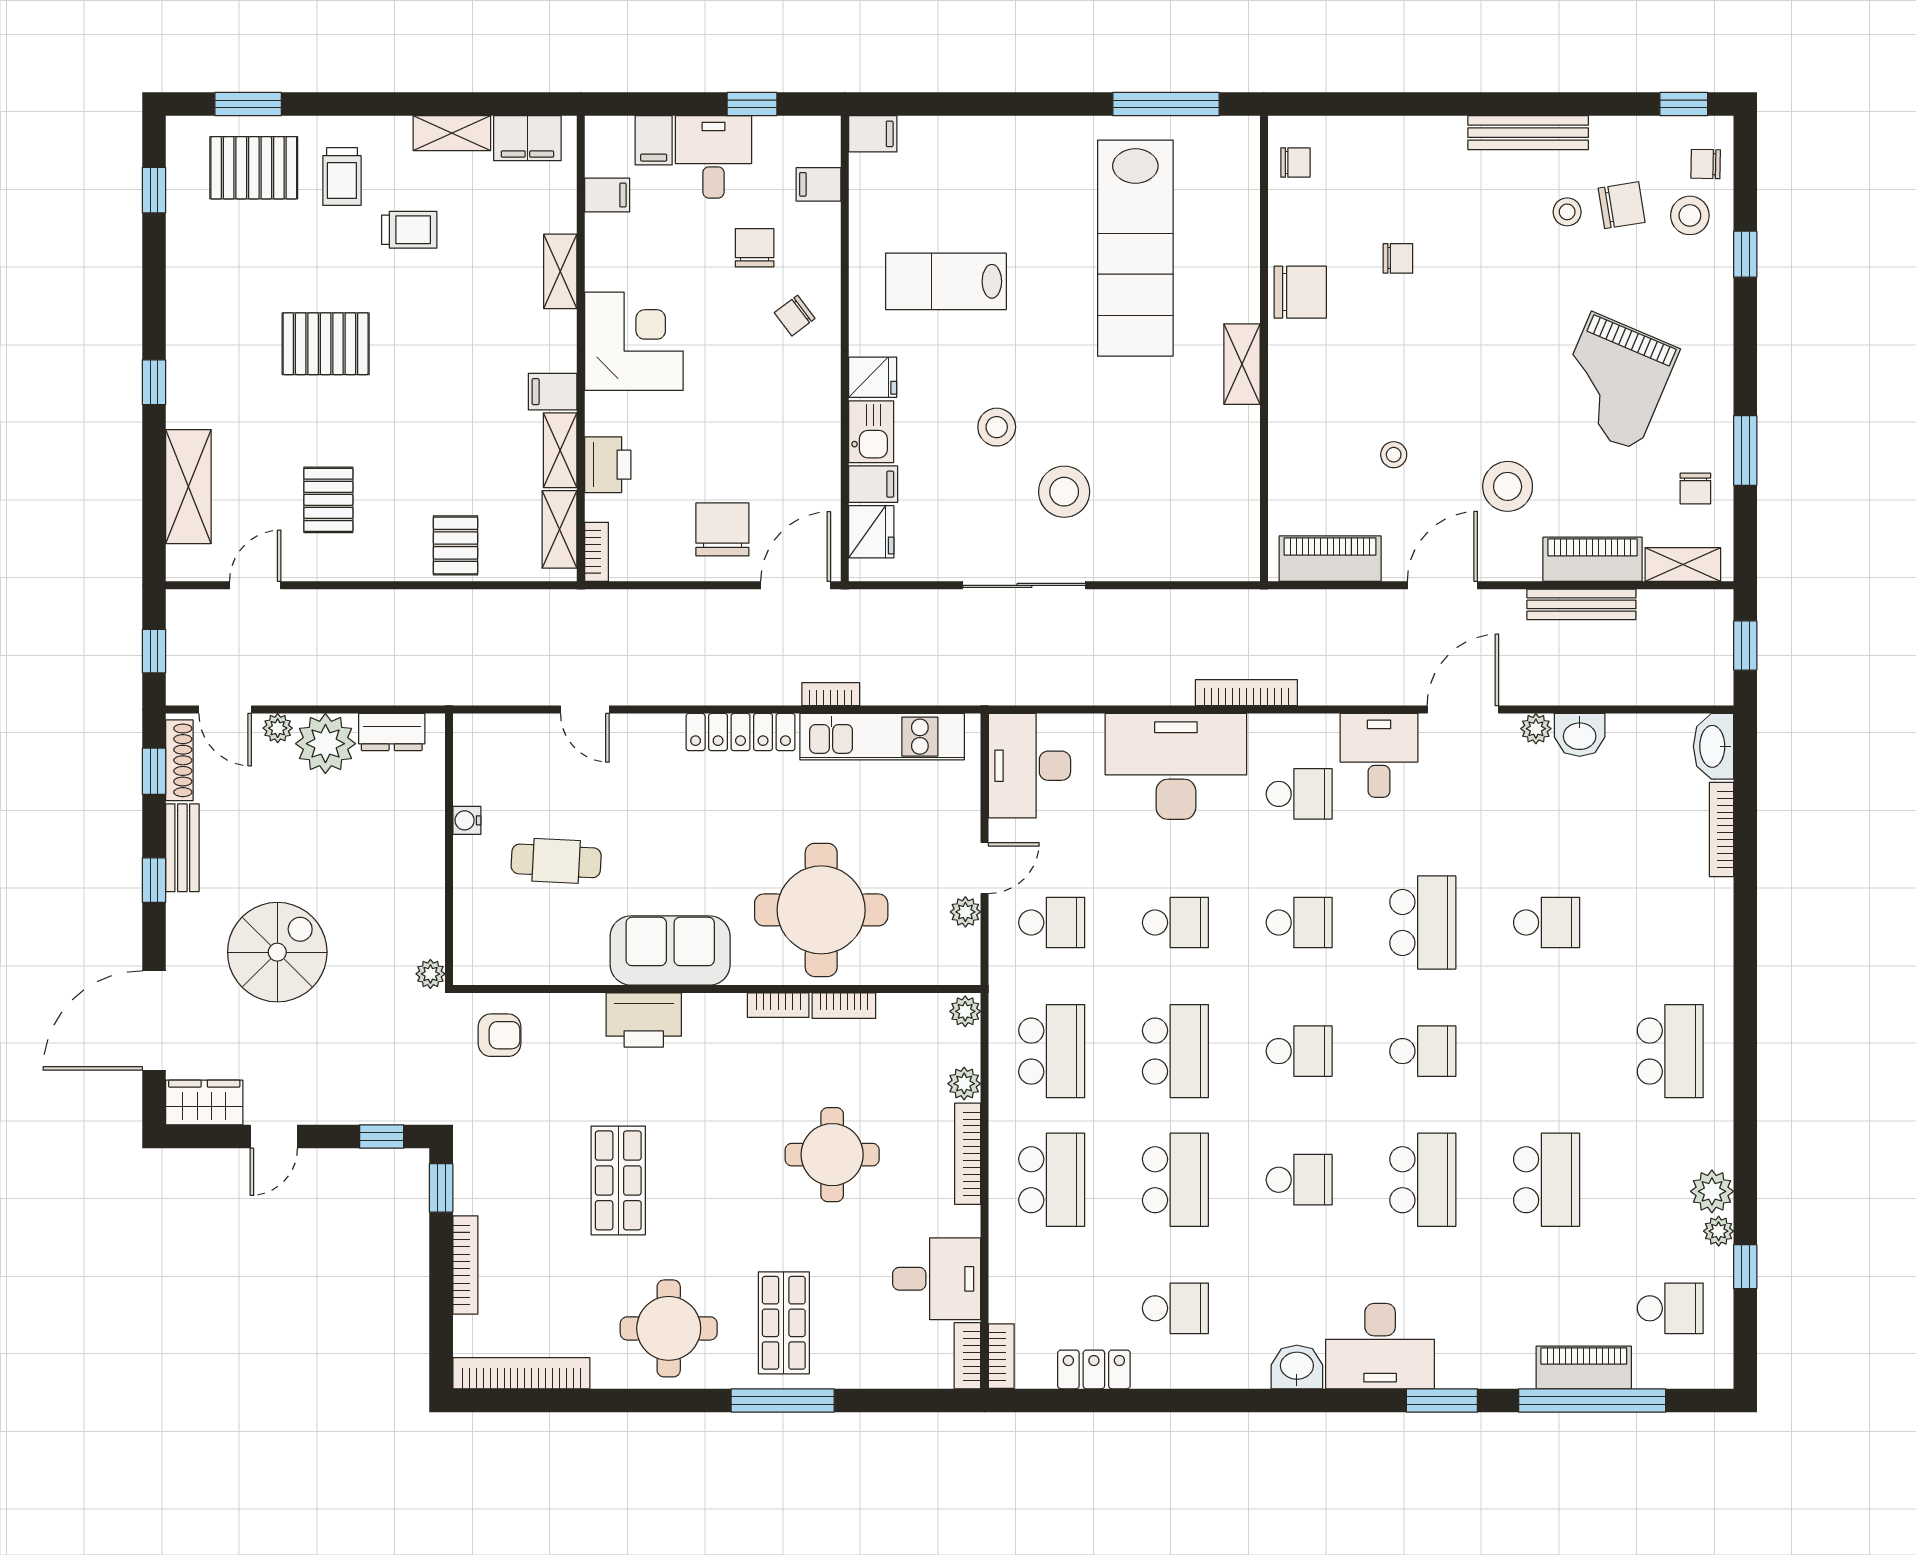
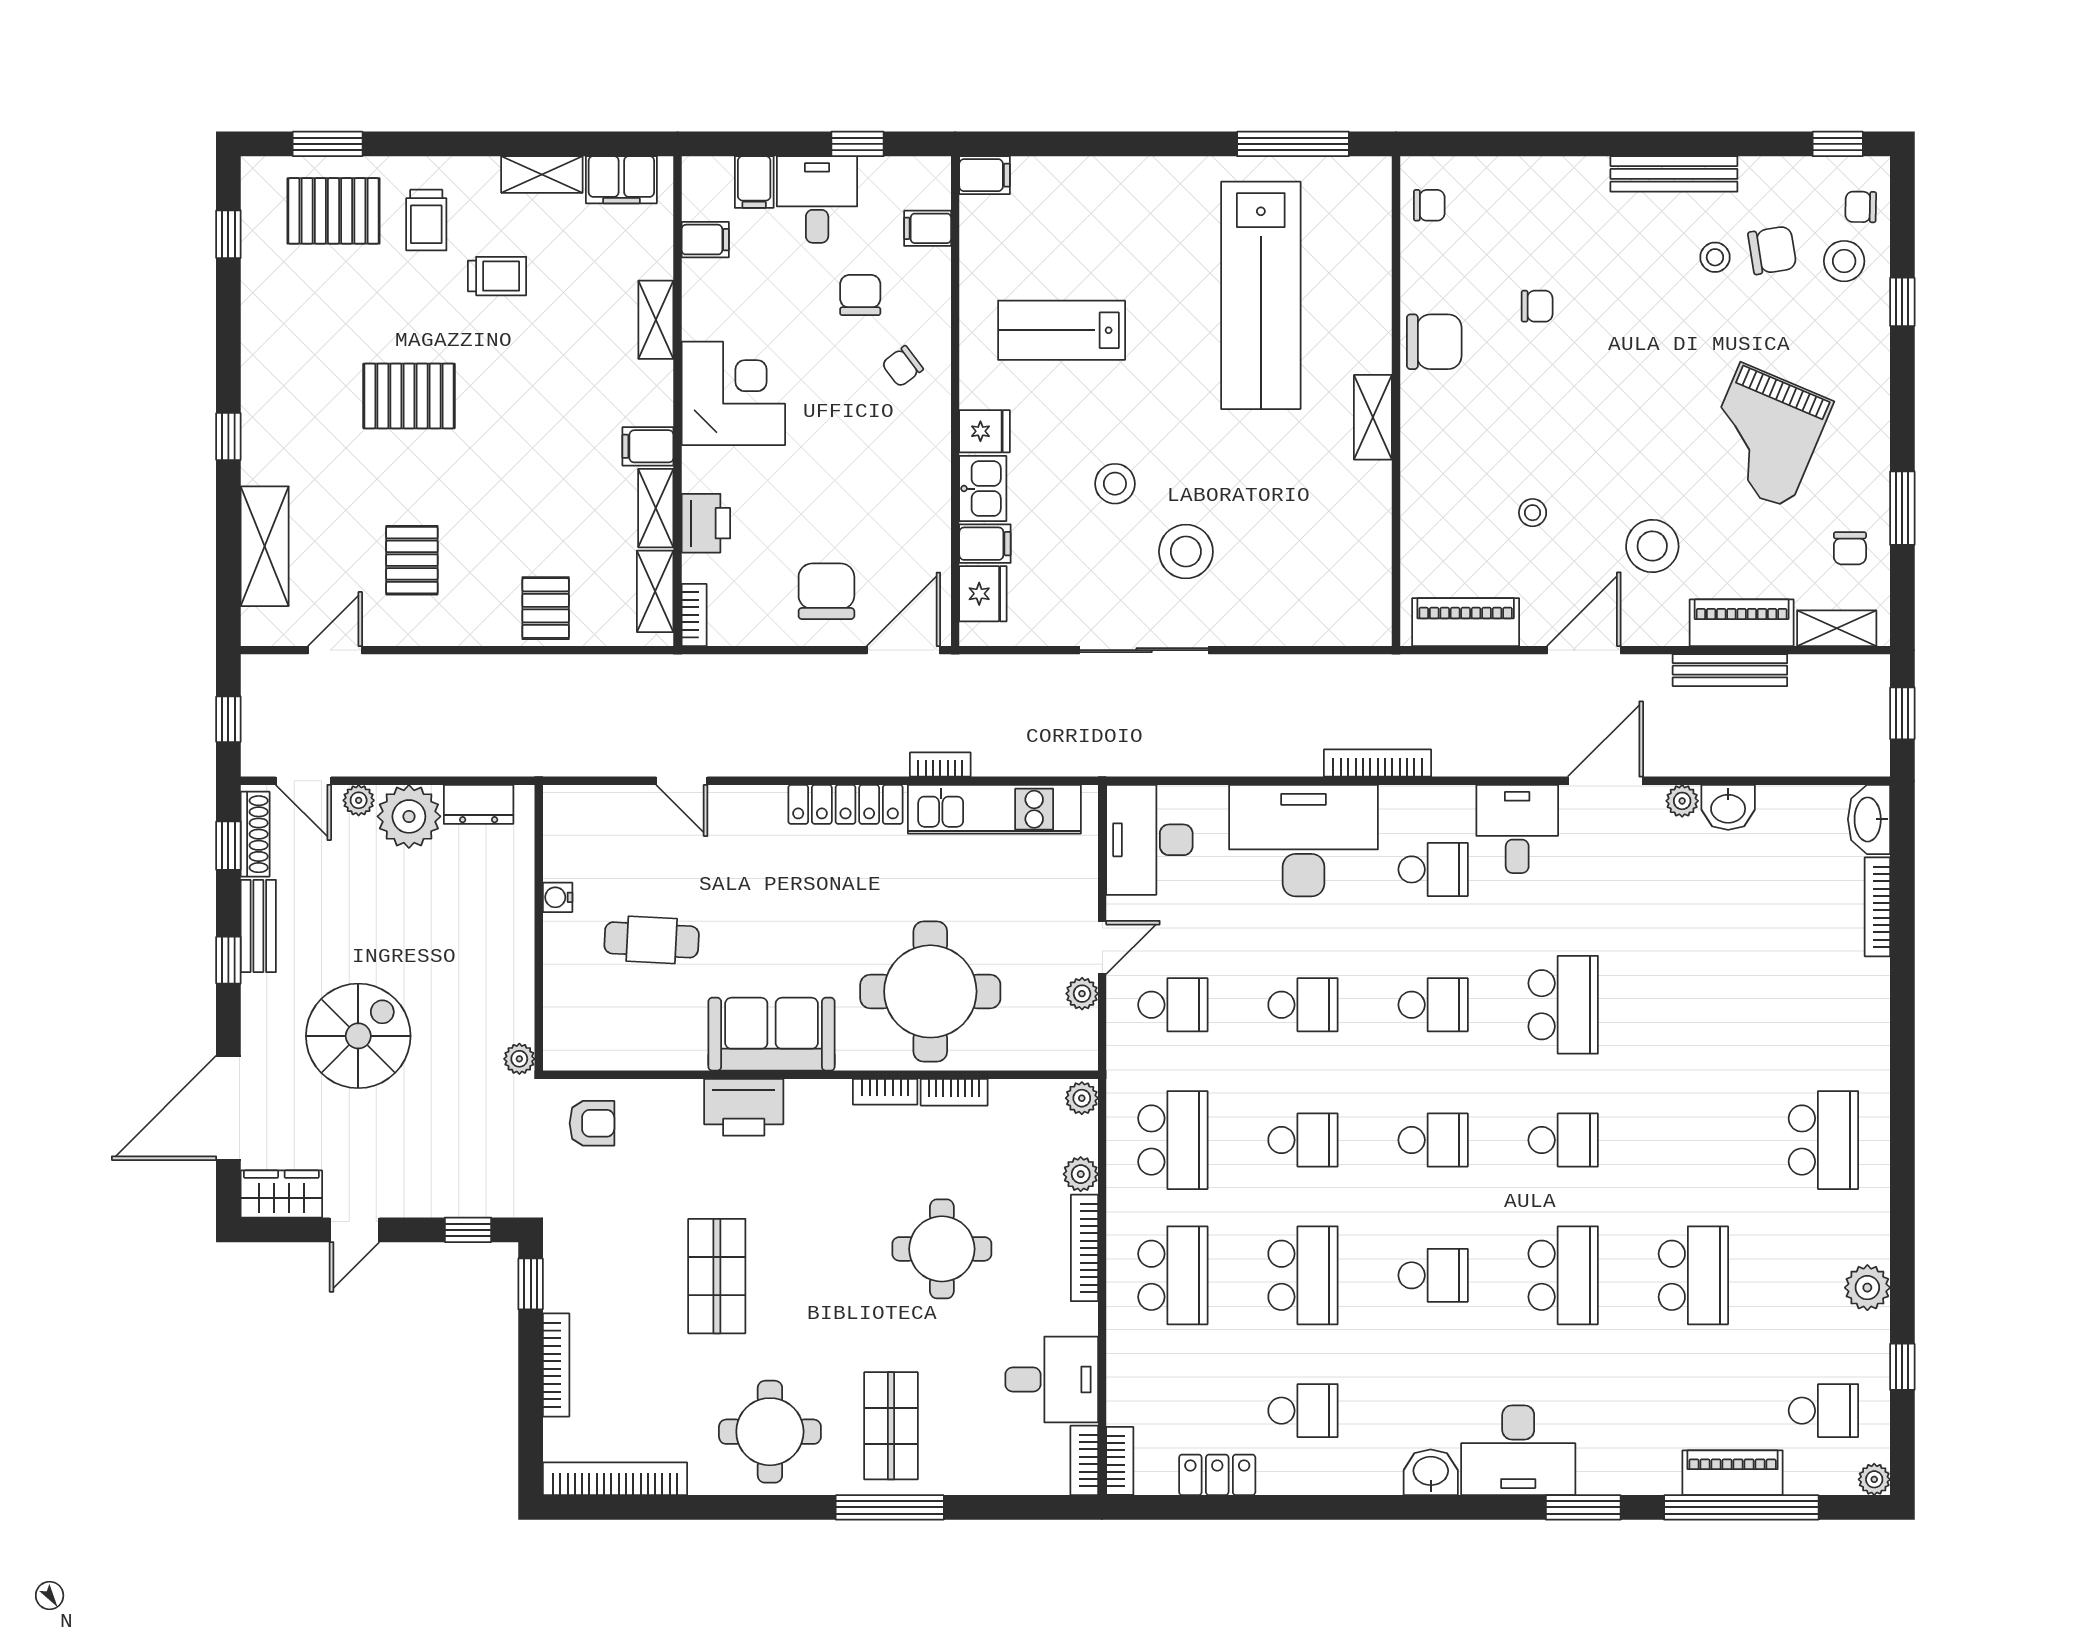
school desk: (1547, 923) -> (1693, 1005), removed
school desk: (1175, 1051) -> (1303, 1140), width x0.54
plant: (1719, 1231) -> (1874, 1479), moved

